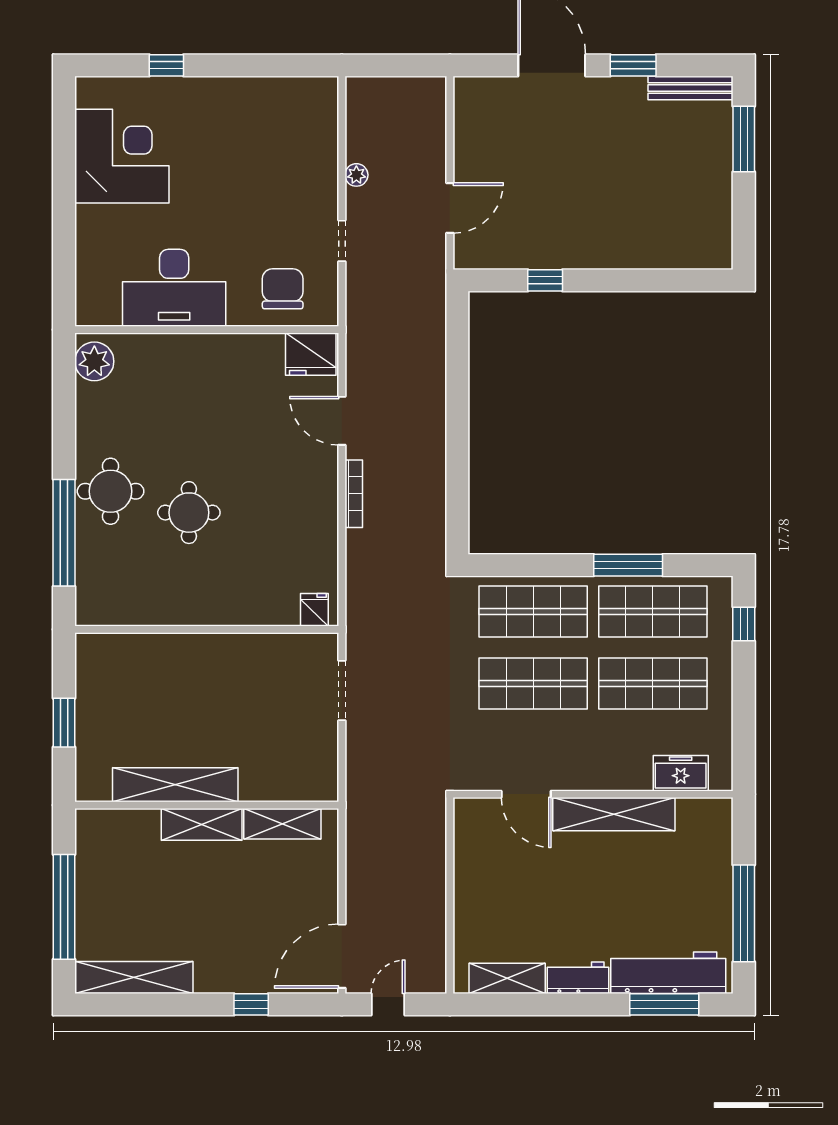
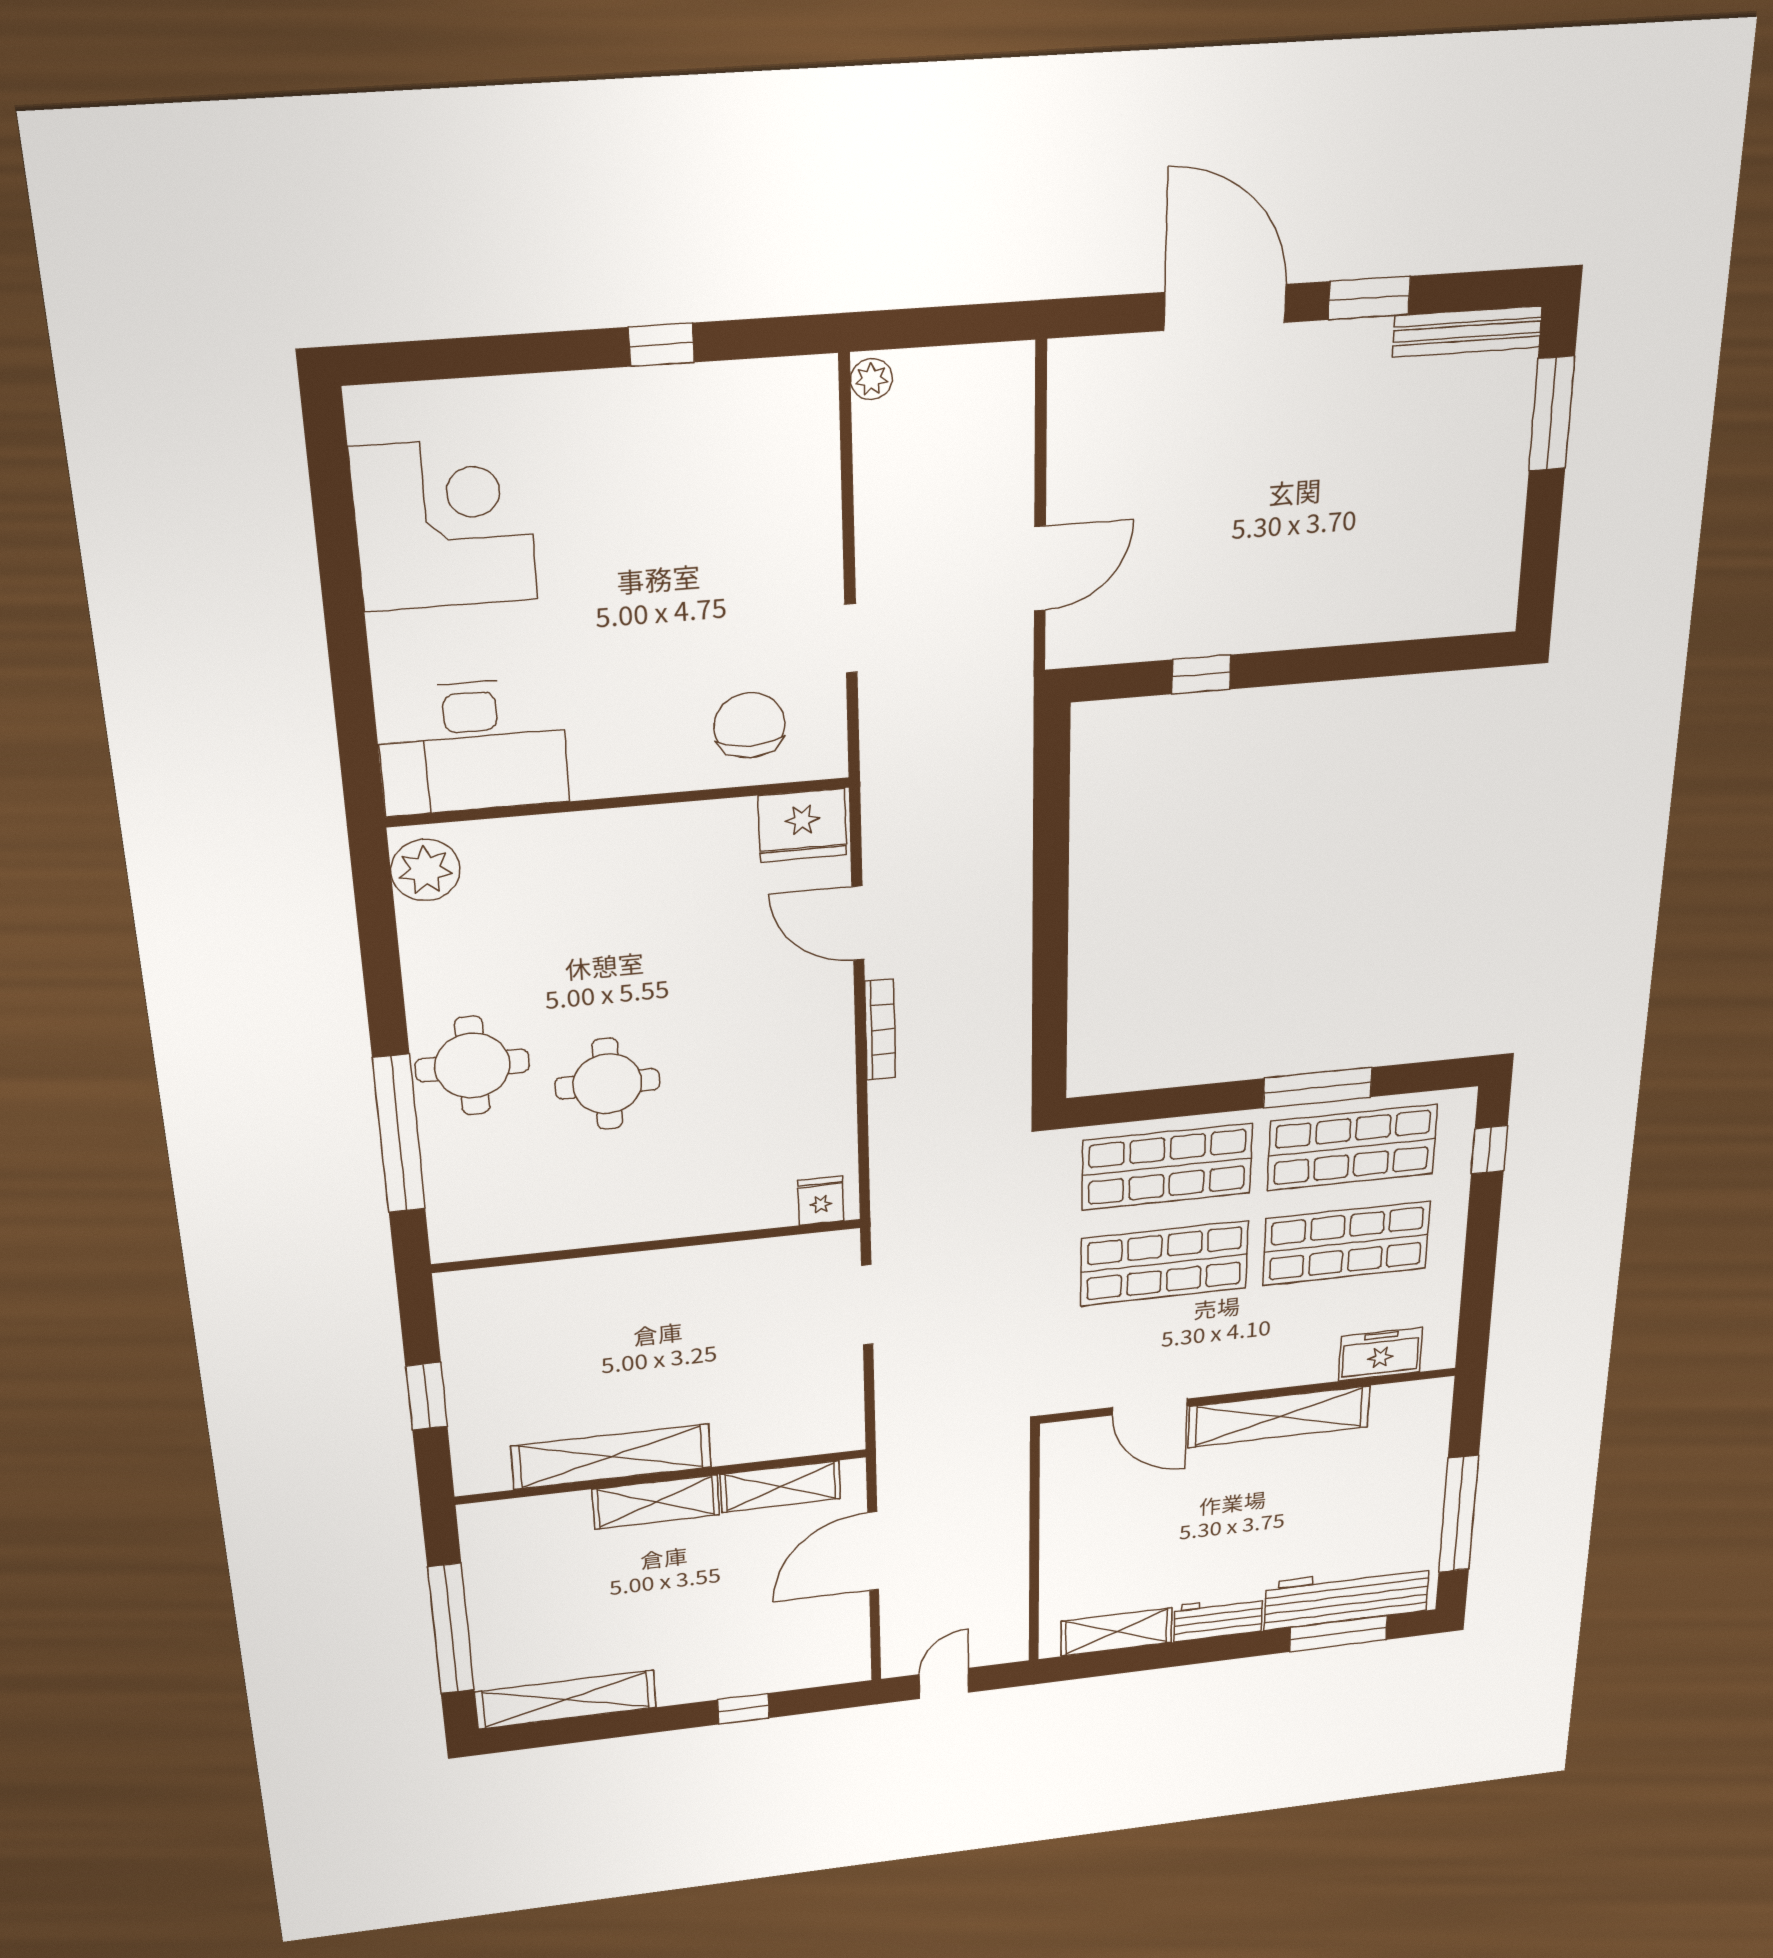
window: (166, 65) -> (661, 345), moved
plant: (356, 175) -> (871, 379), moved
desk: (174, 288) -> (473, 747), moved
door: (342, 956) -> (873, 1551), moved

